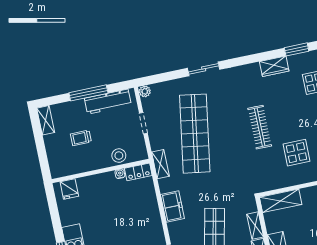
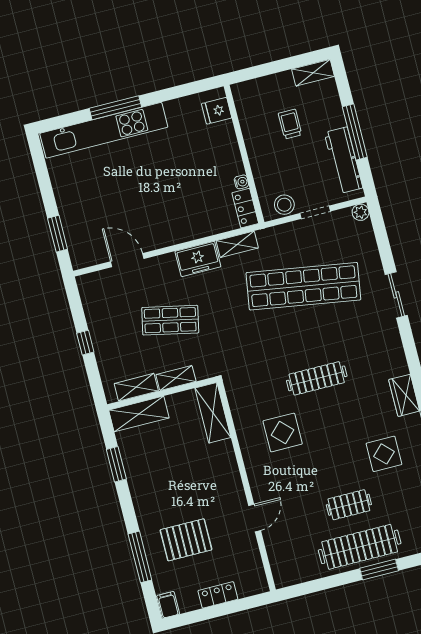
stool: (119, 156) -> (284, 205), moved
shelving: (160, 164) -> (237, 244), moved

